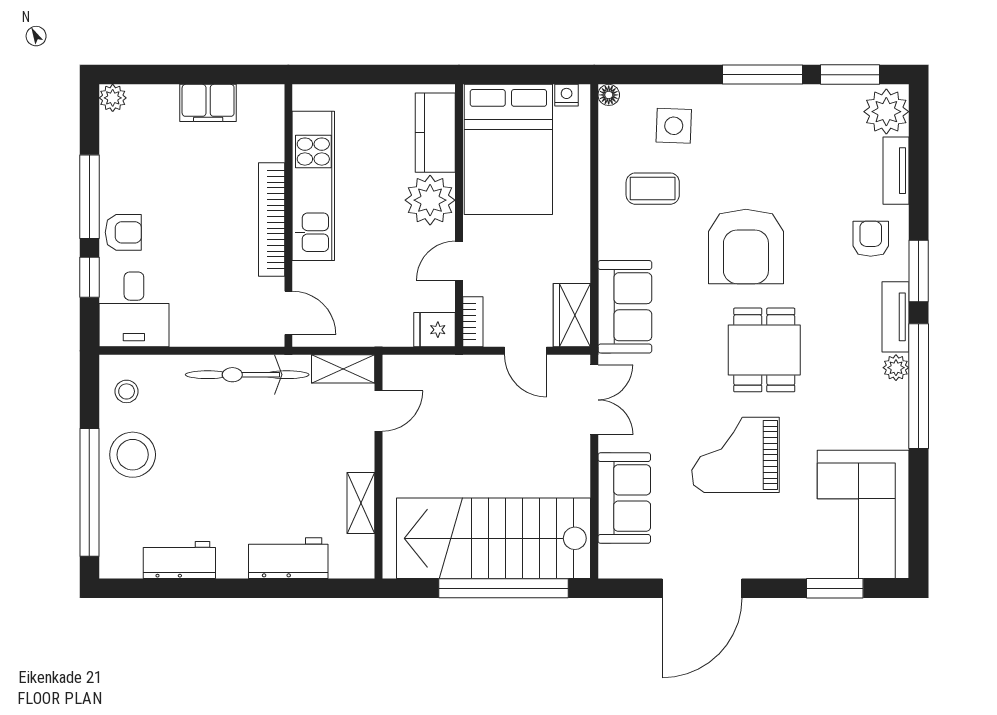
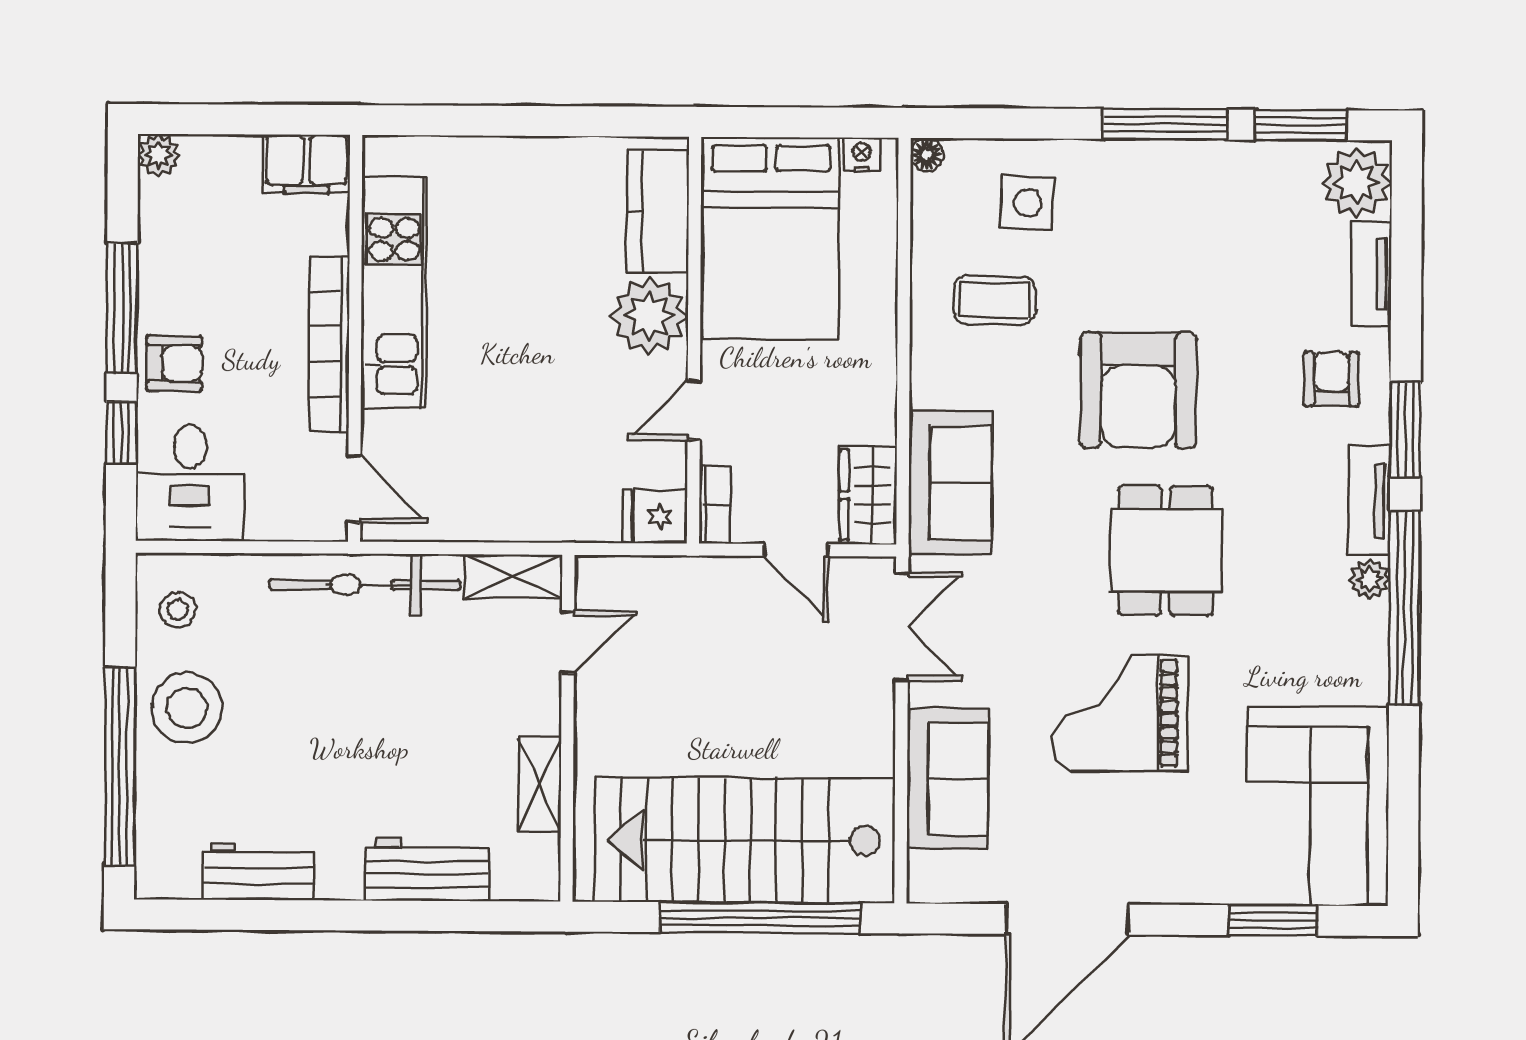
kitchen unit: (313, 186) -> (394, 293), moved
wall: (288, 216) -> (355, 338), moved
bookcase: (272, 219) -> (329, 344), moved
door: (288, 313) -> (354, 489), moved

